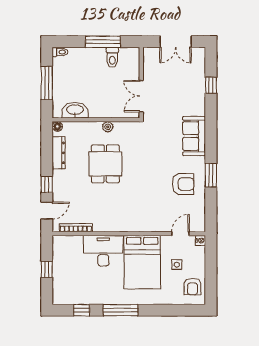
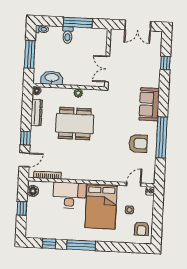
toilet: (112, 57) -> (68, 35), moved
dining table: (105, 164) -> (75, 124), width x1.37
window: (211, 175) -> (162, 137), width x2.11
floor lamp: (59, 248) -> (33, 191), added

